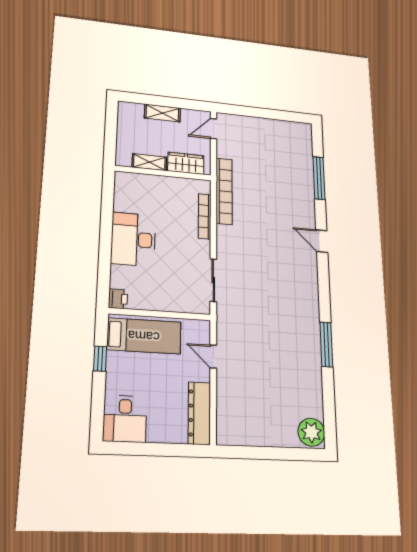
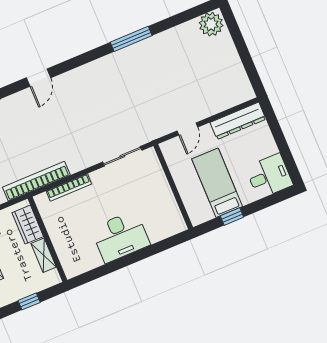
window: (111, 128) -> (29, 301), added
printer: (118, 299) -> (177, 225), removed
bed: (144, 336) -> (217, 183), moved

